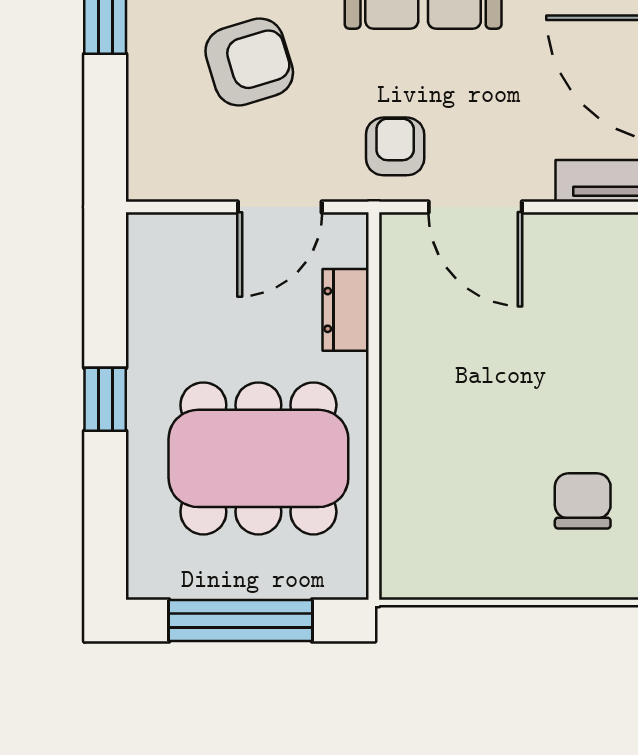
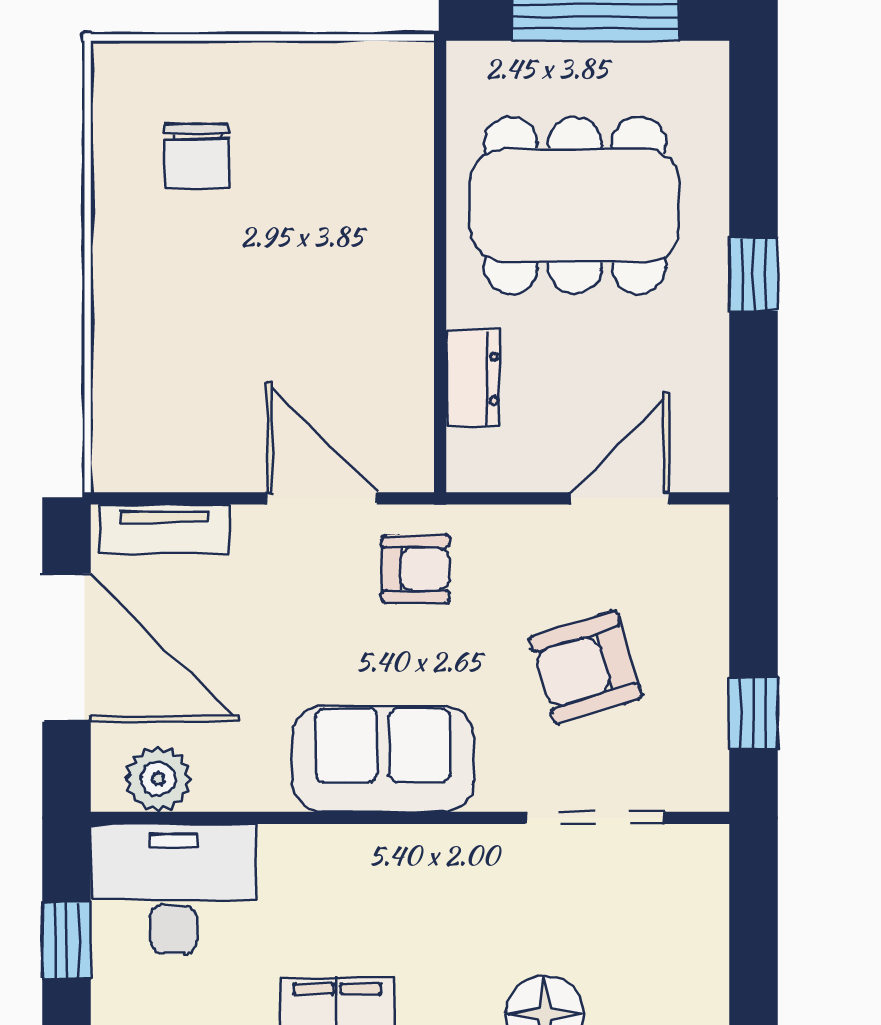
armchair: (395, 146) -> (415, 569), turned -90
door: (280, 207) -> (620, 498), moved

